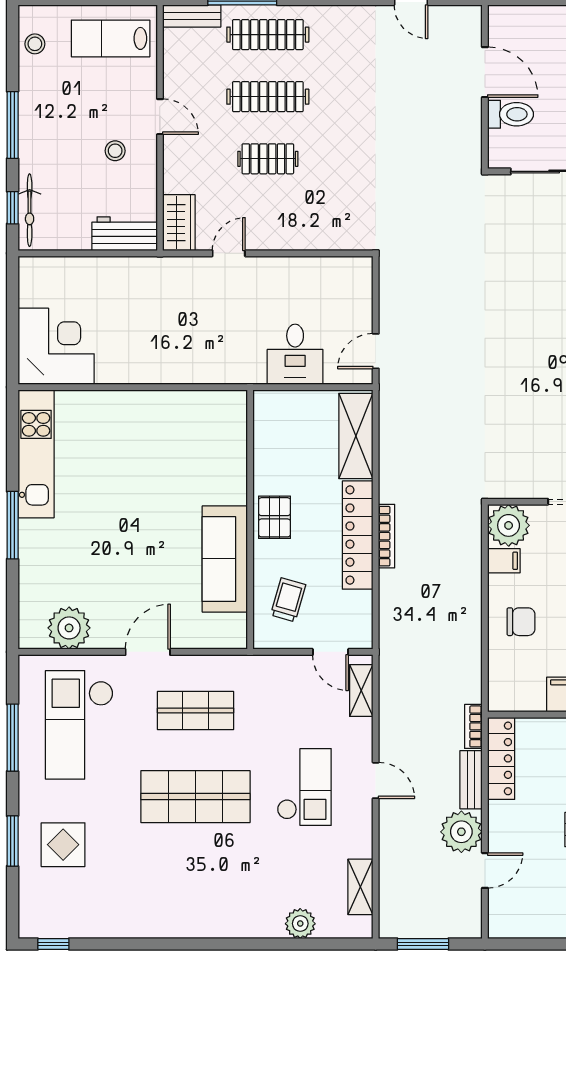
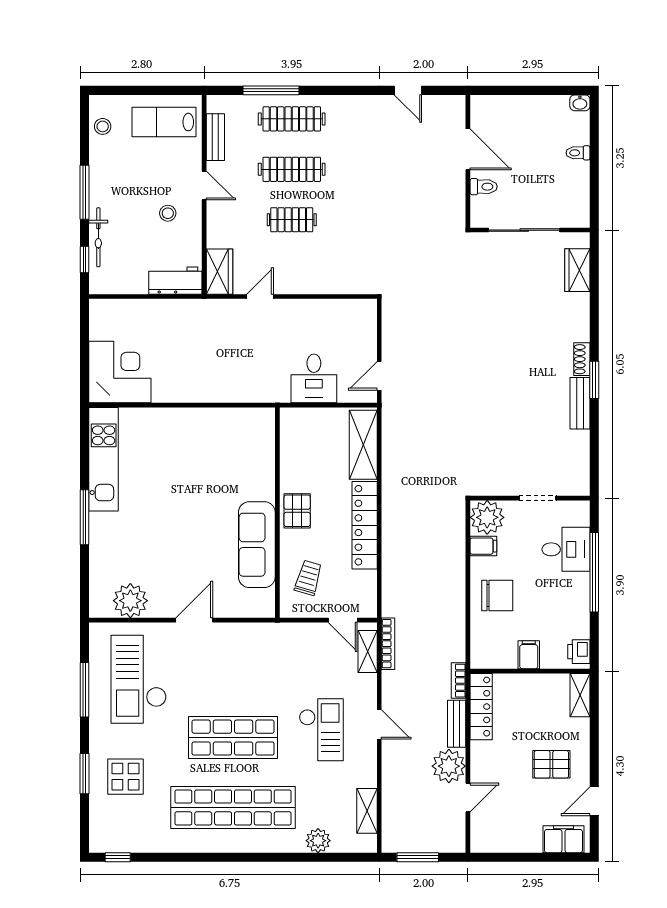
bench: (192, 16) -> (215, 137), moved, turned 90
toilet: (511, 114) -> (484, 187), width x0.73, depth x0.72
bicycle: (30, 210) -> (98, 237), moved
bookcase: (387, 536) -> (388, 644), moved
chair: (521, 622) -> (497, 596), width x1.37, depth x1.37
shop shelf: (195, 711) -> (233, 807), moved, width x2.00, depth x1.36

